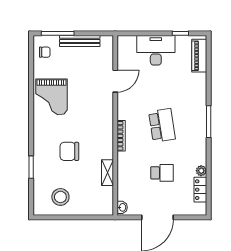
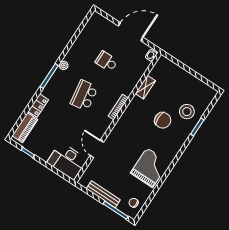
desk: (156, 50) -> (67, 161), moved
door: (115, 81) -> (97, 149), hinge flipped
plant: (201, 171) -> (64, 65), moved
locker: (200, 190) -> (38, 106), moved
stool: (60, 197) -> (187, 112), moved

